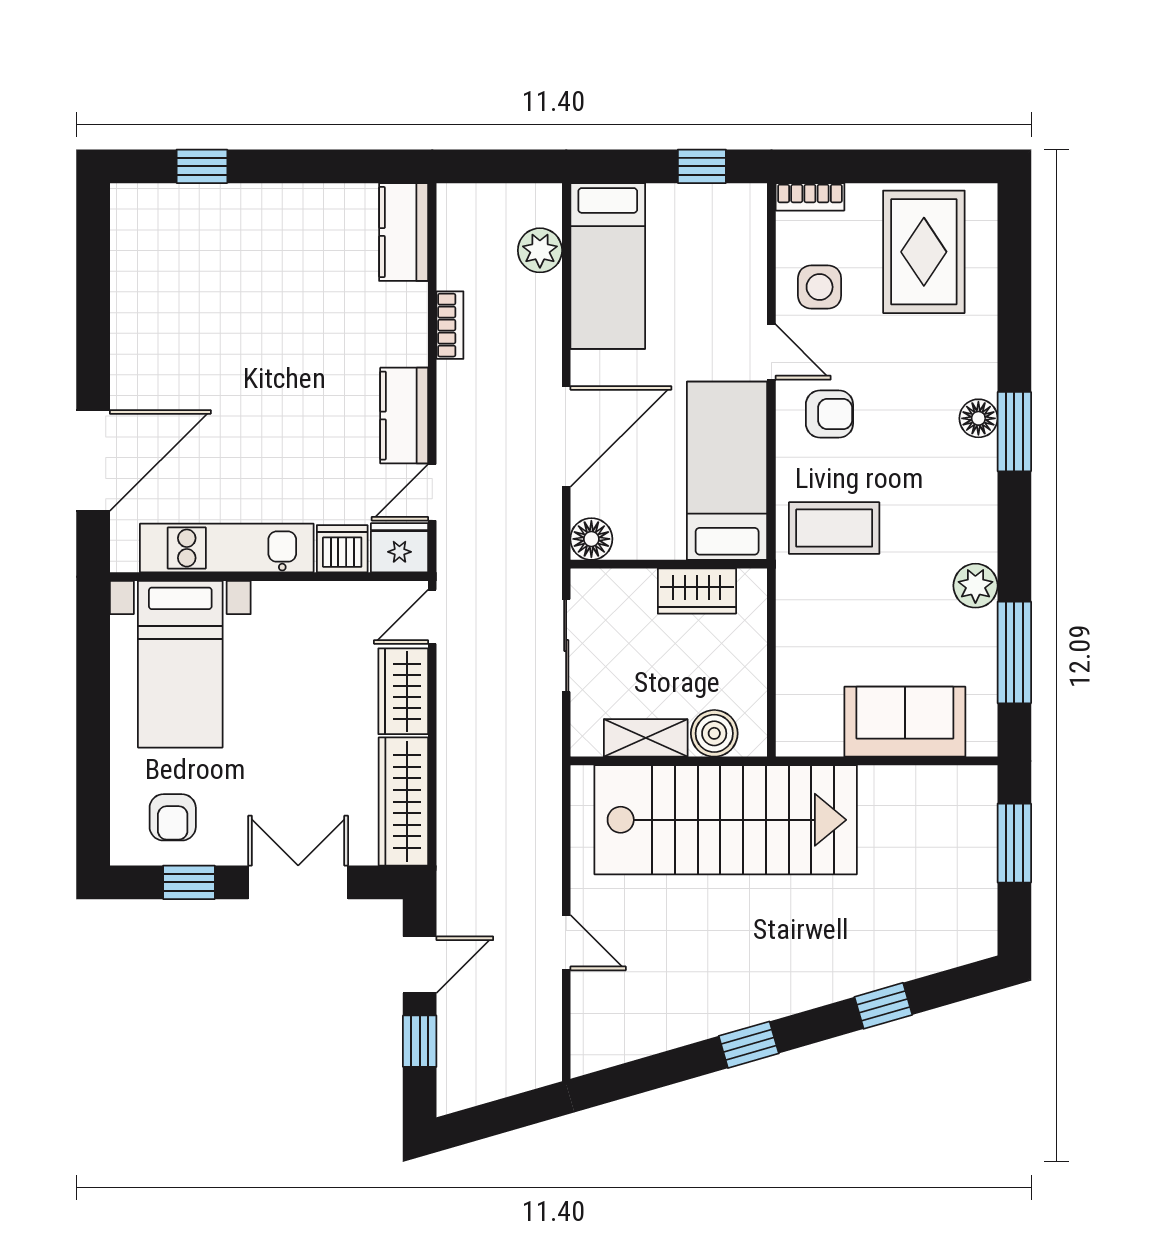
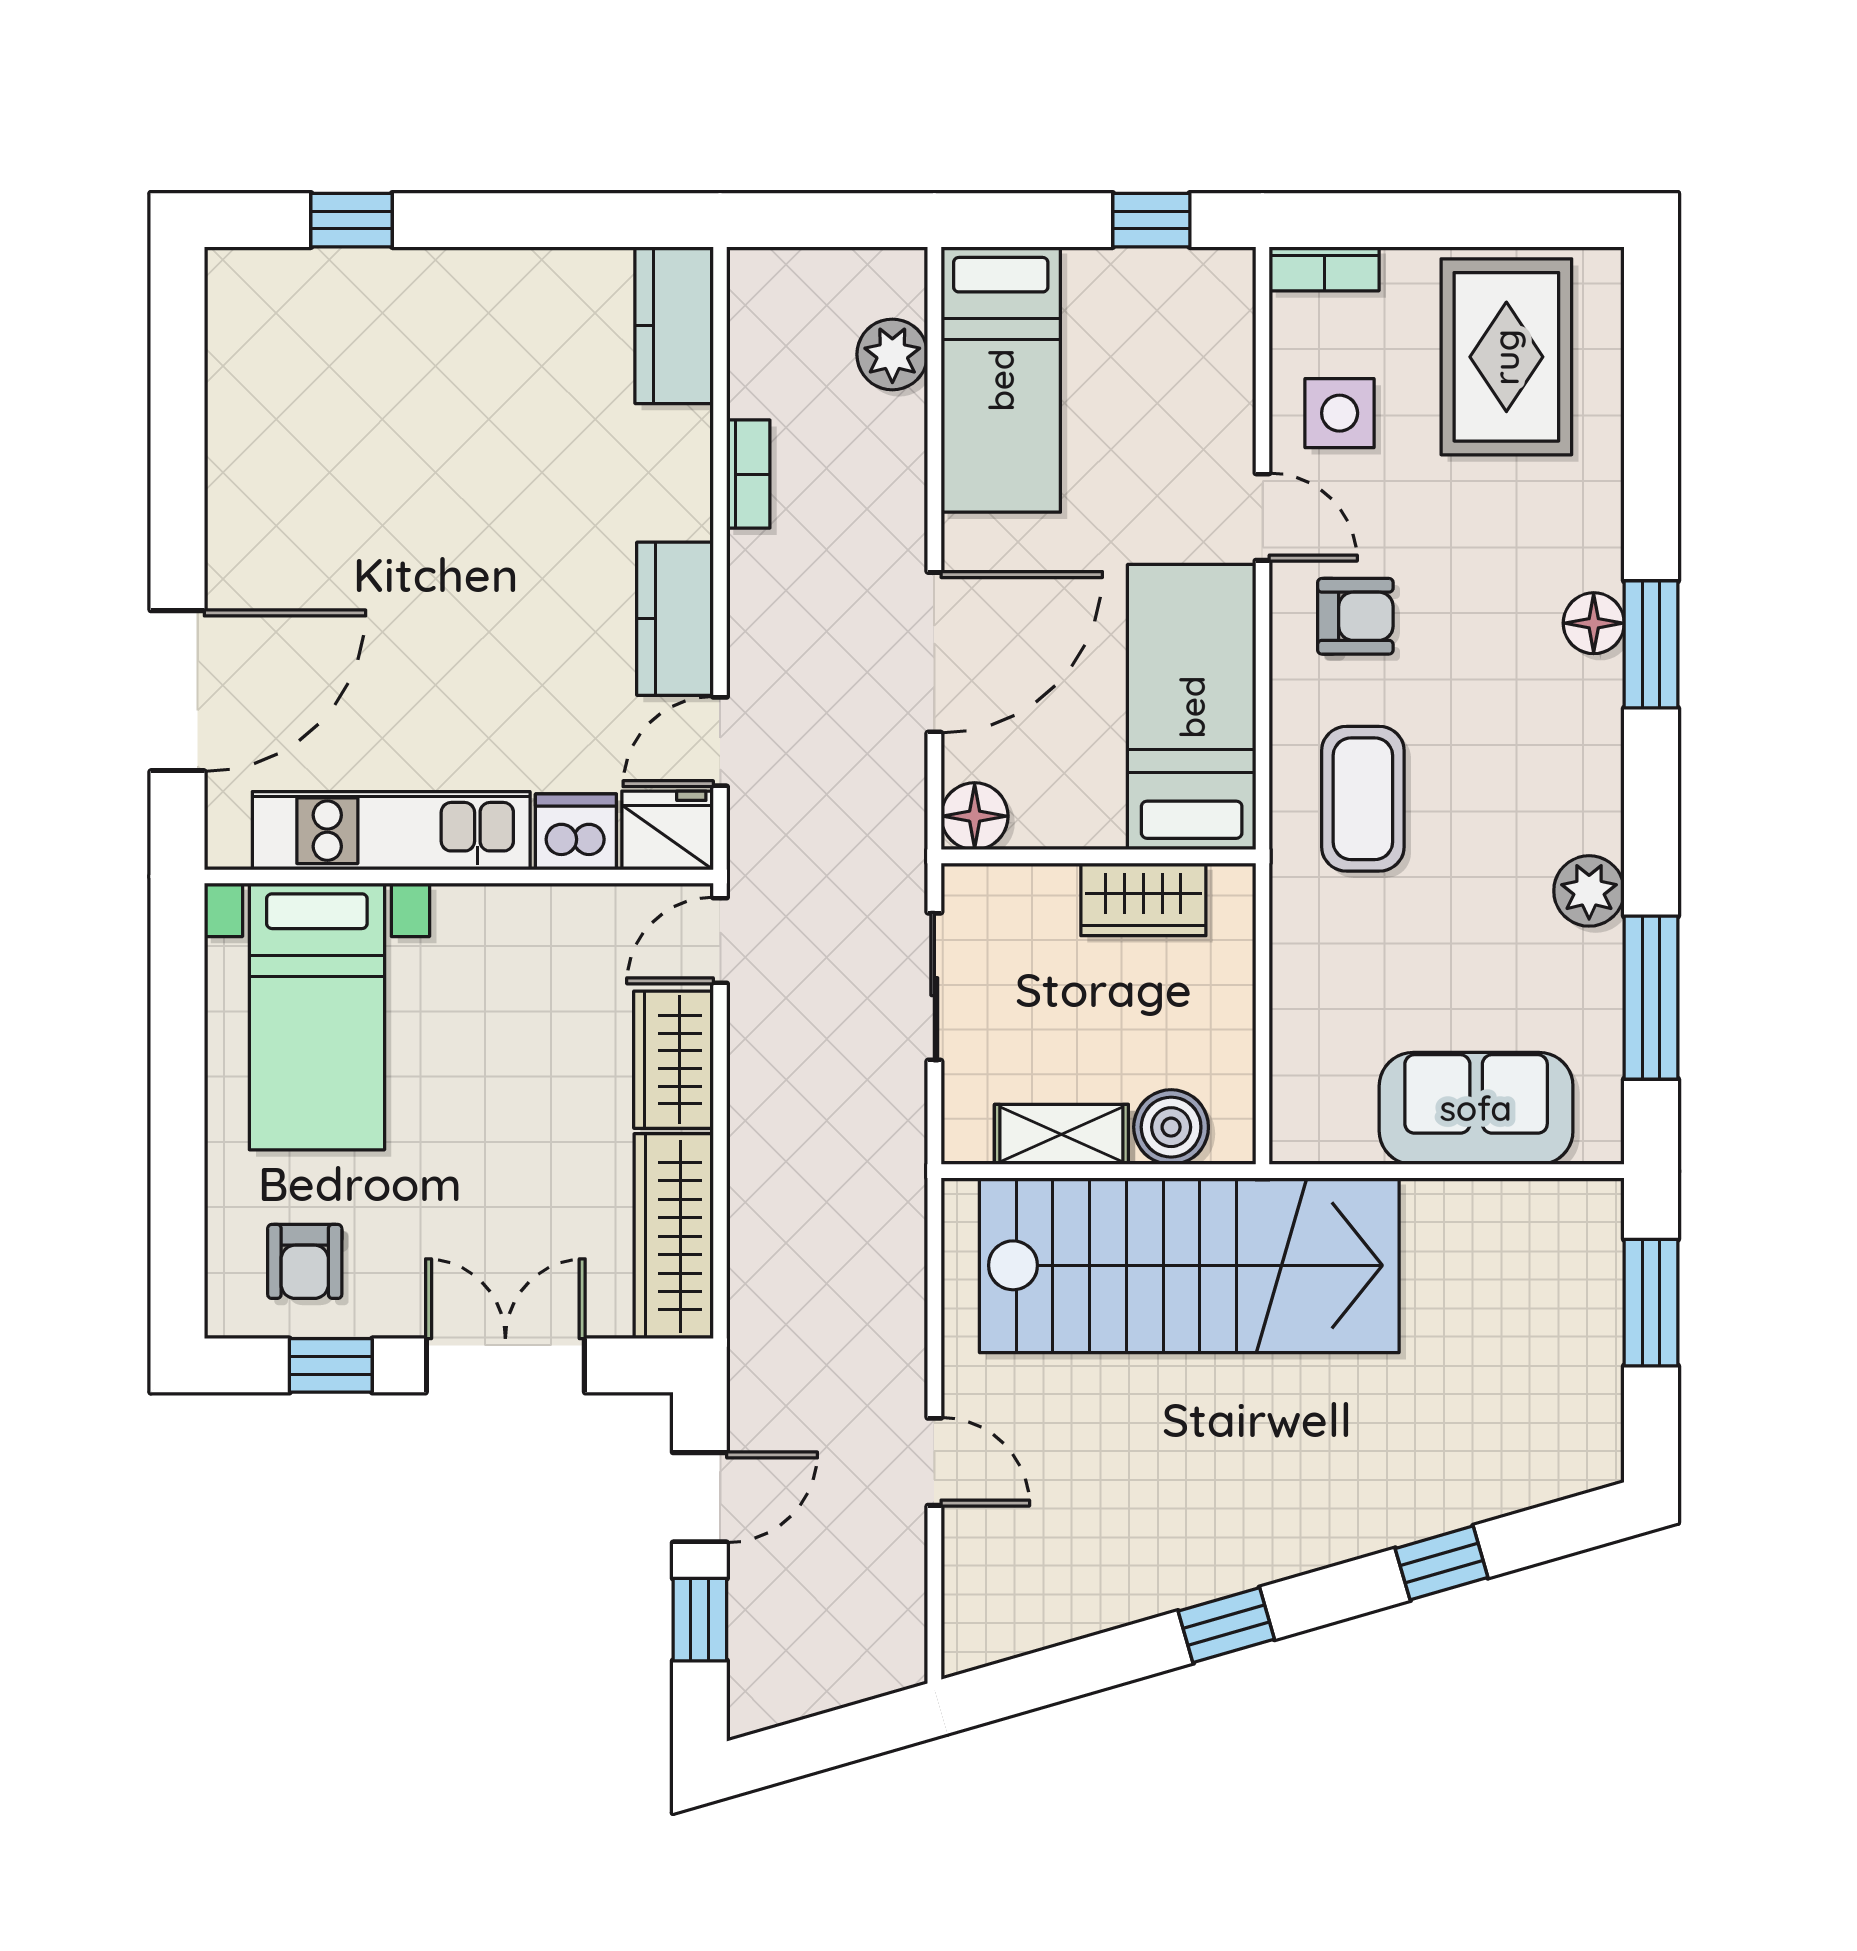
coffee table: (834, 528) -> (1363, 799), turned 90

